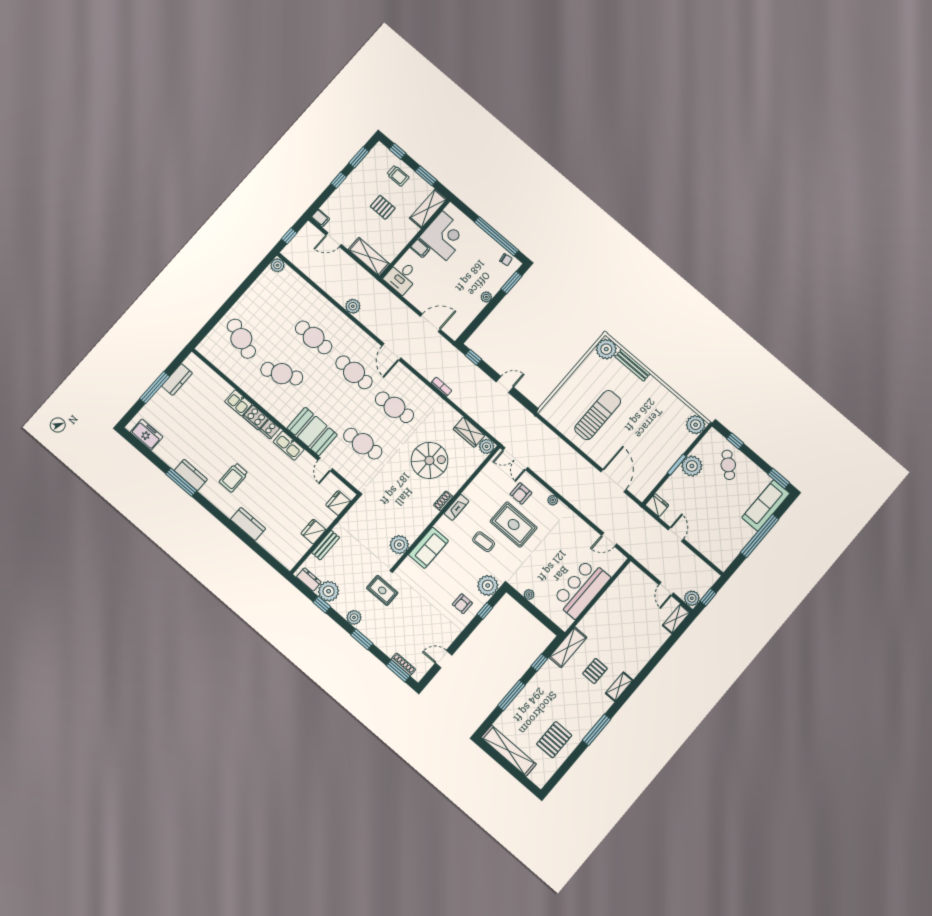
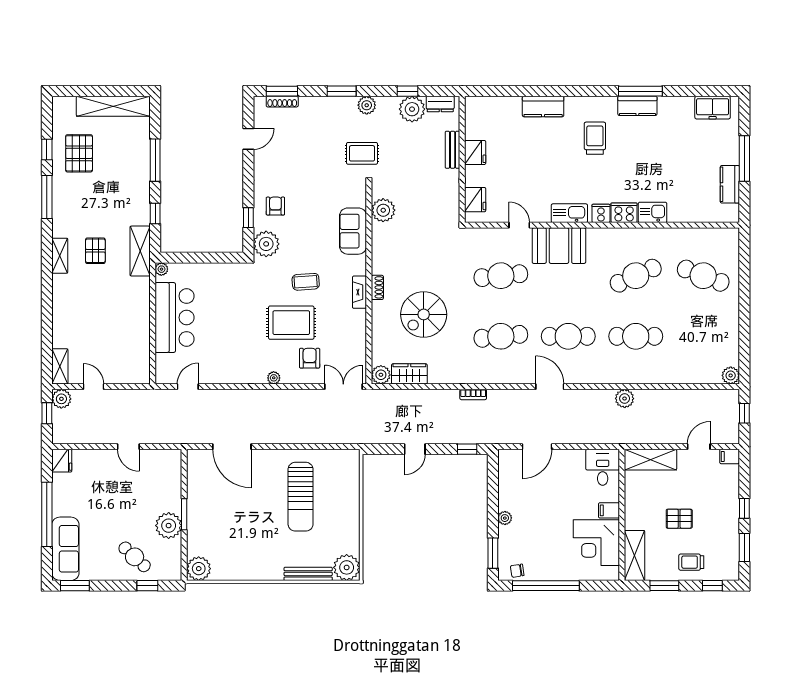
fridge: (657, 505) -> (62, 461), moved, turned -90
plant: (529, 594) -> (161, 269), moved
window: (572, 759) -> (47, 150), added

